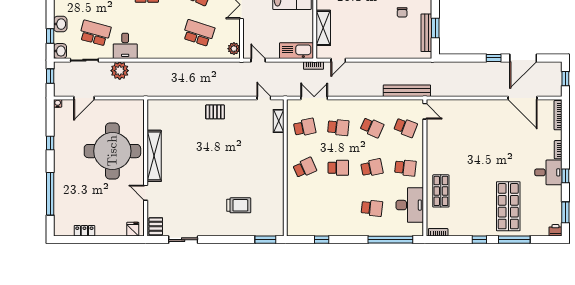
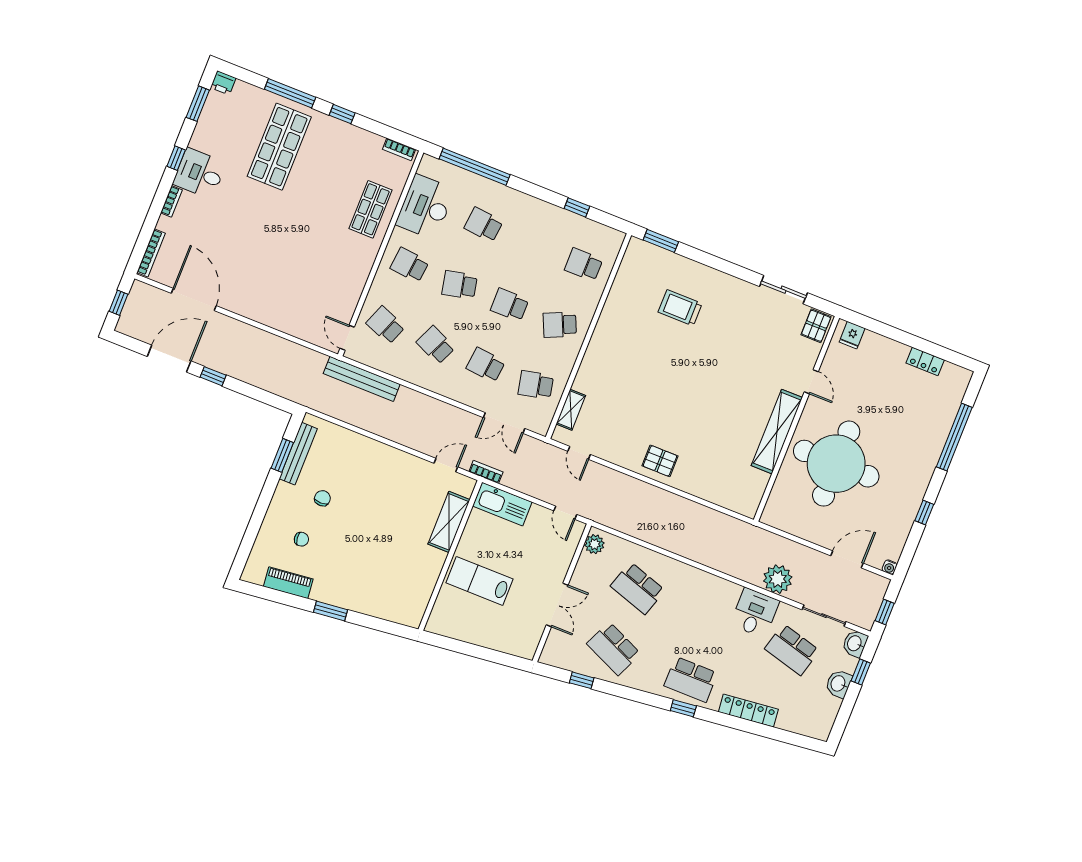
school desk: (305, 208) -> (584, 265), added

